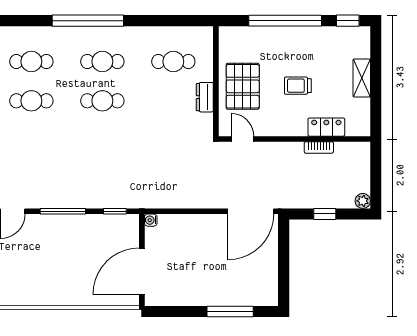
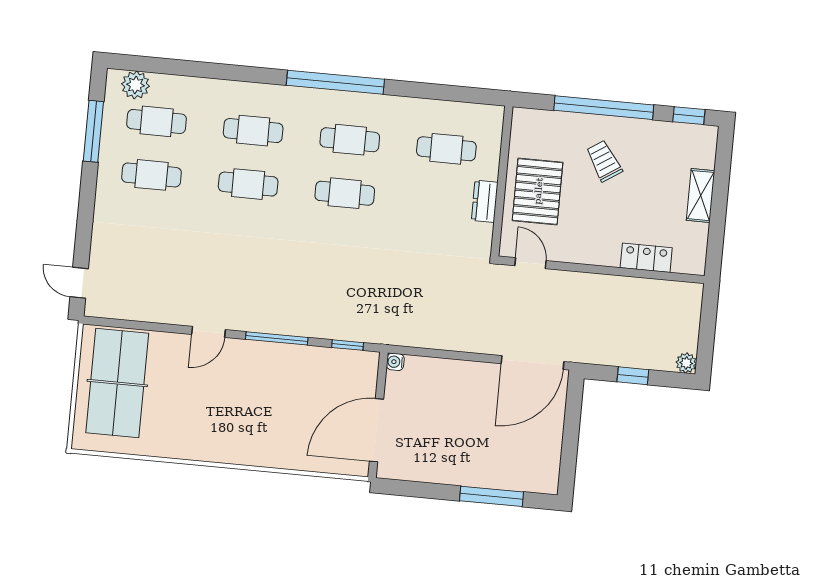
trolley: (298, 86) -> (604, 161), moved, turned 57
bookcase: (319, 147) -> (633, 285), removed

